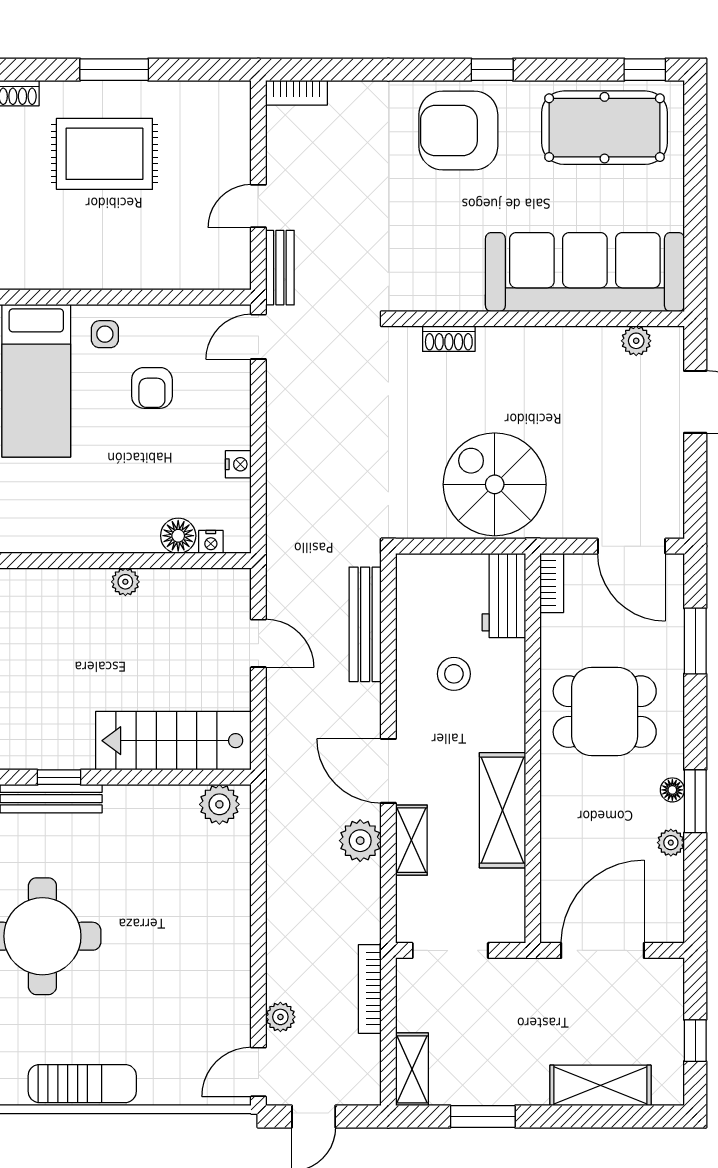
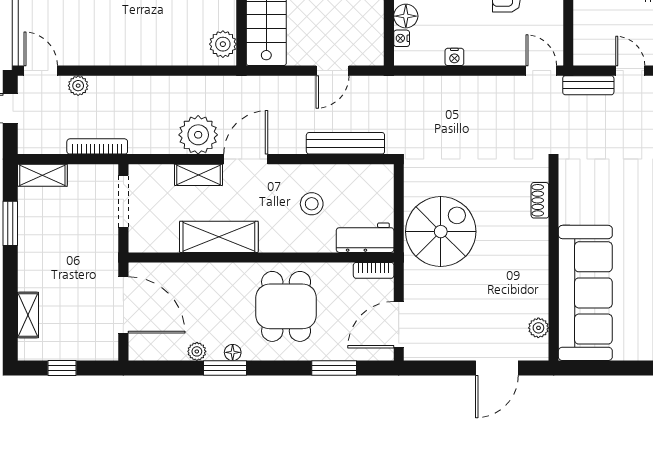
plant: (360, 841) -> (198, 135), width x1.36, depth x1.36
shelving: (600, 1085) -> (28, 315), width x0.67, depth x0.75

